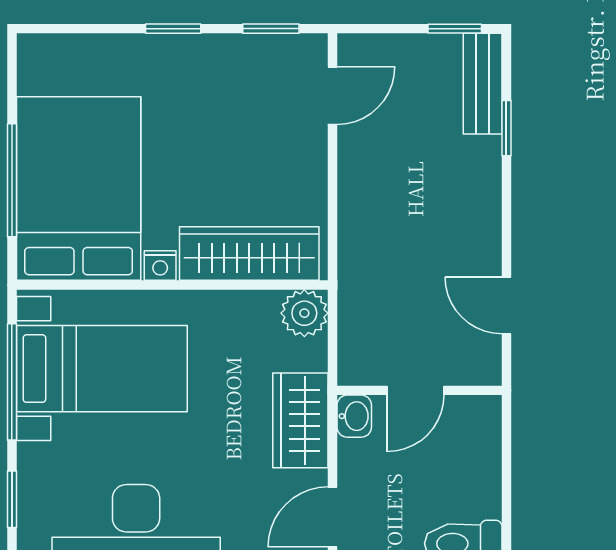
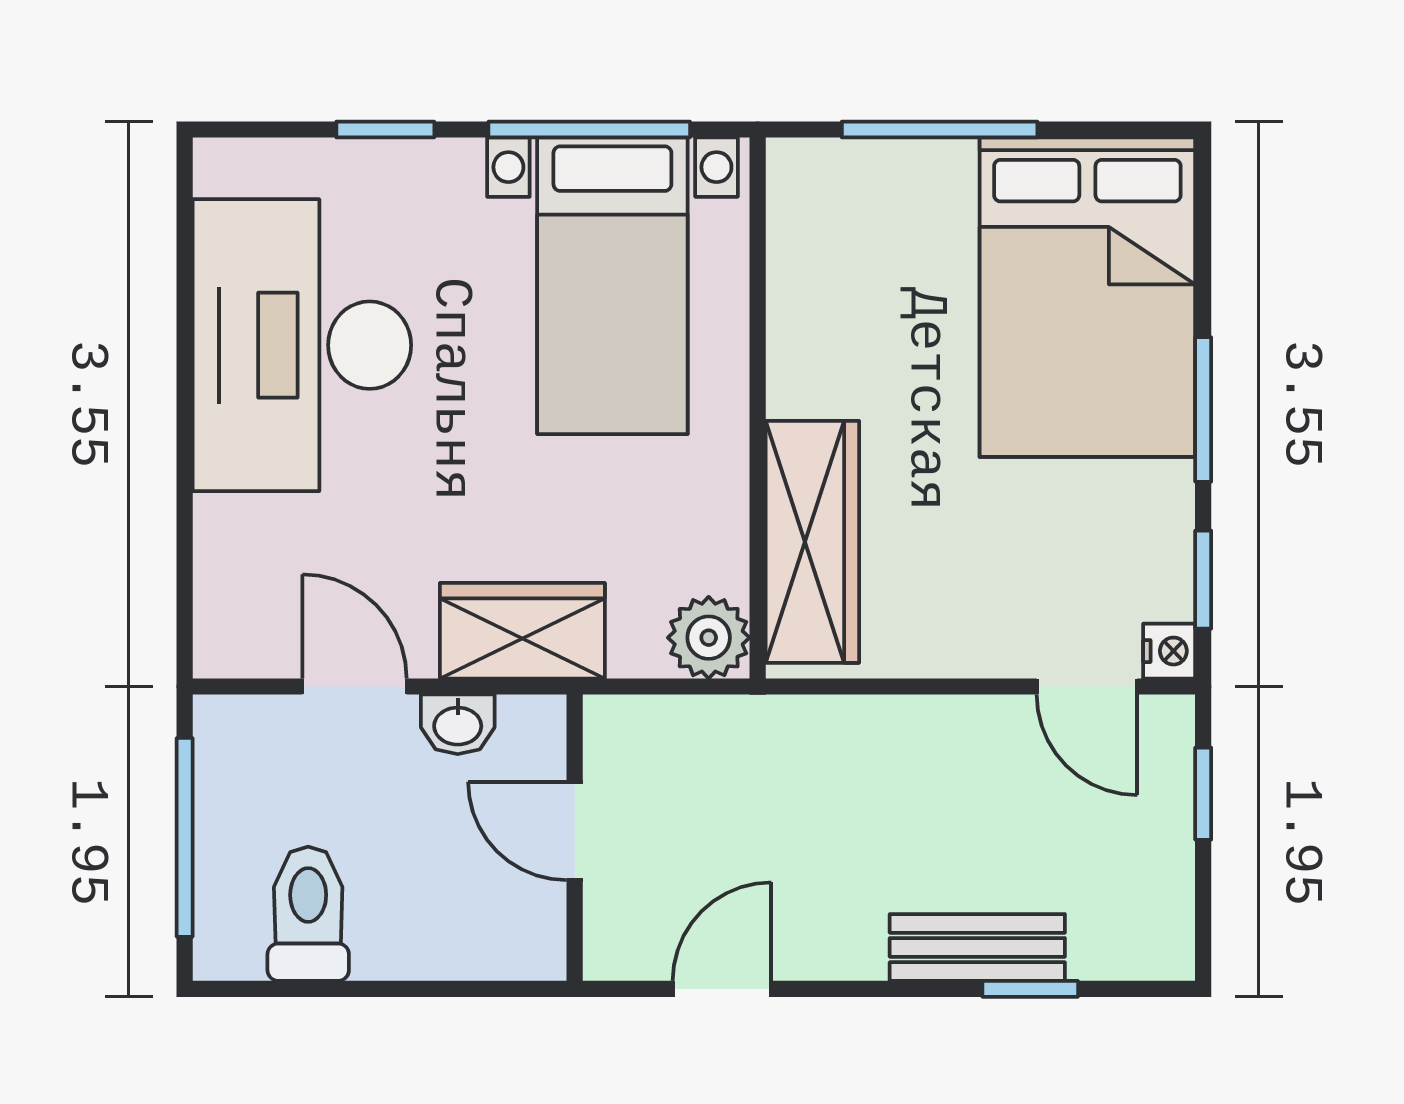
window: (173, 29) -> (1203, 409), width x1.50
window: (455, 29) -> (1203, 794), moved
bench: (483, 84) -> (977, 947), moved
bed: (79, 189) -> (1087, 297), moved, turned 90
nightstand: (160, 265) -> (1169, 651), moved, turned 180
washbasin: (354, 416) -> (458, 724), moved

